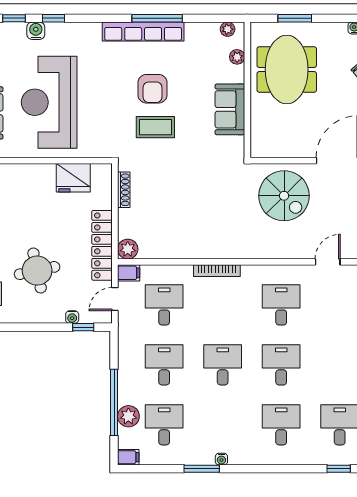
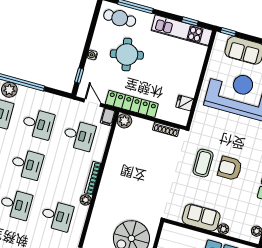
plant: (237, 57) -> (223, 229), moved
fridge: (73, 178) -> (185, 103), width x0.53, depth x0.75
plant: (249, 272) -> (86, 200), added
water cooler: (72, 317) -> (92, 55), moved

